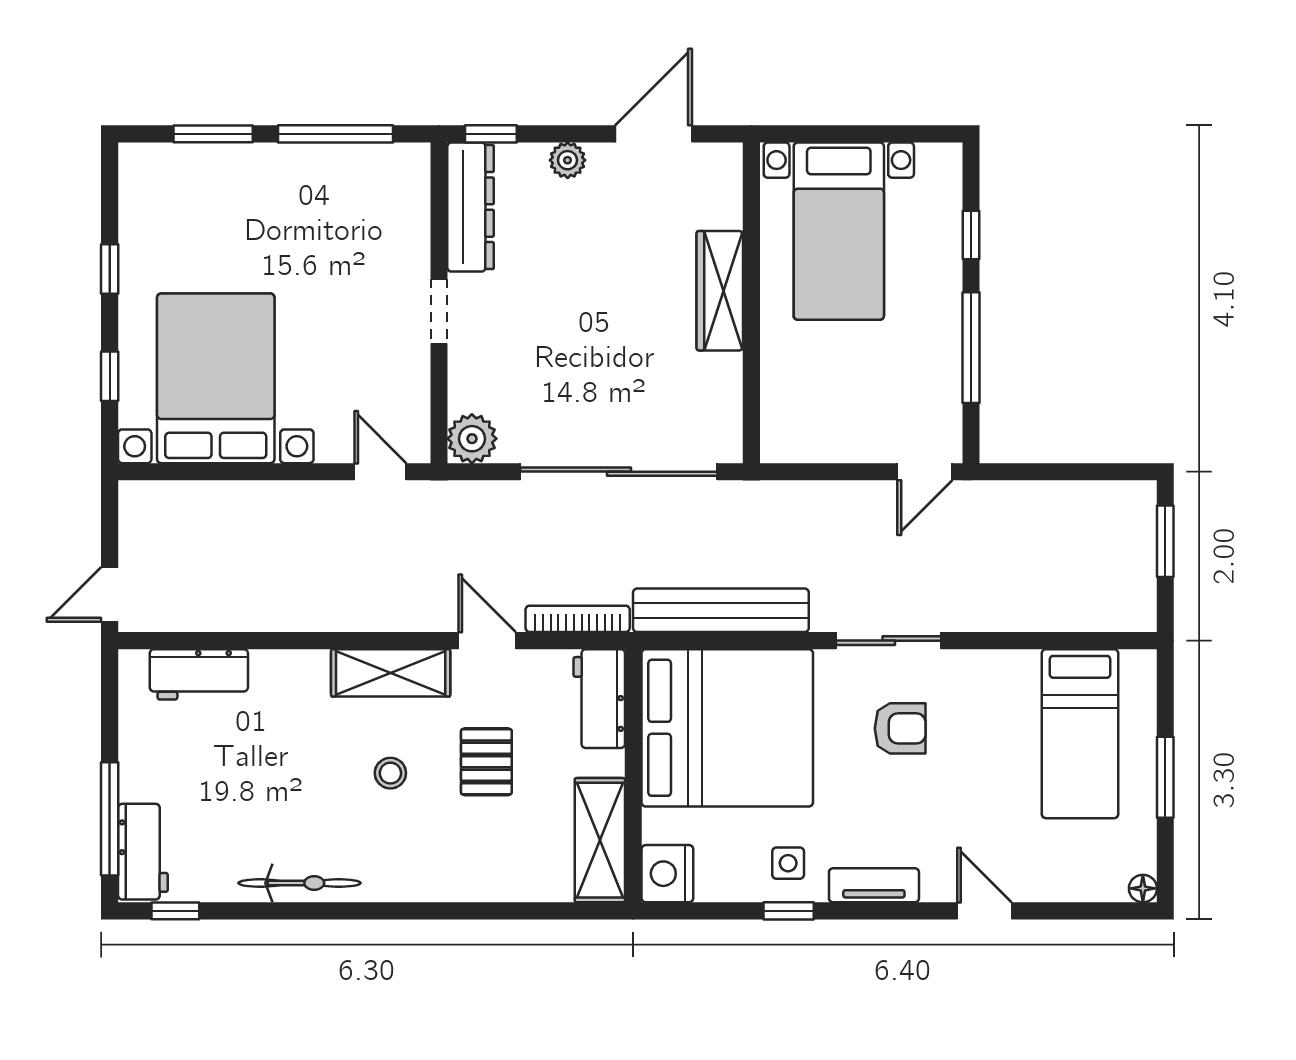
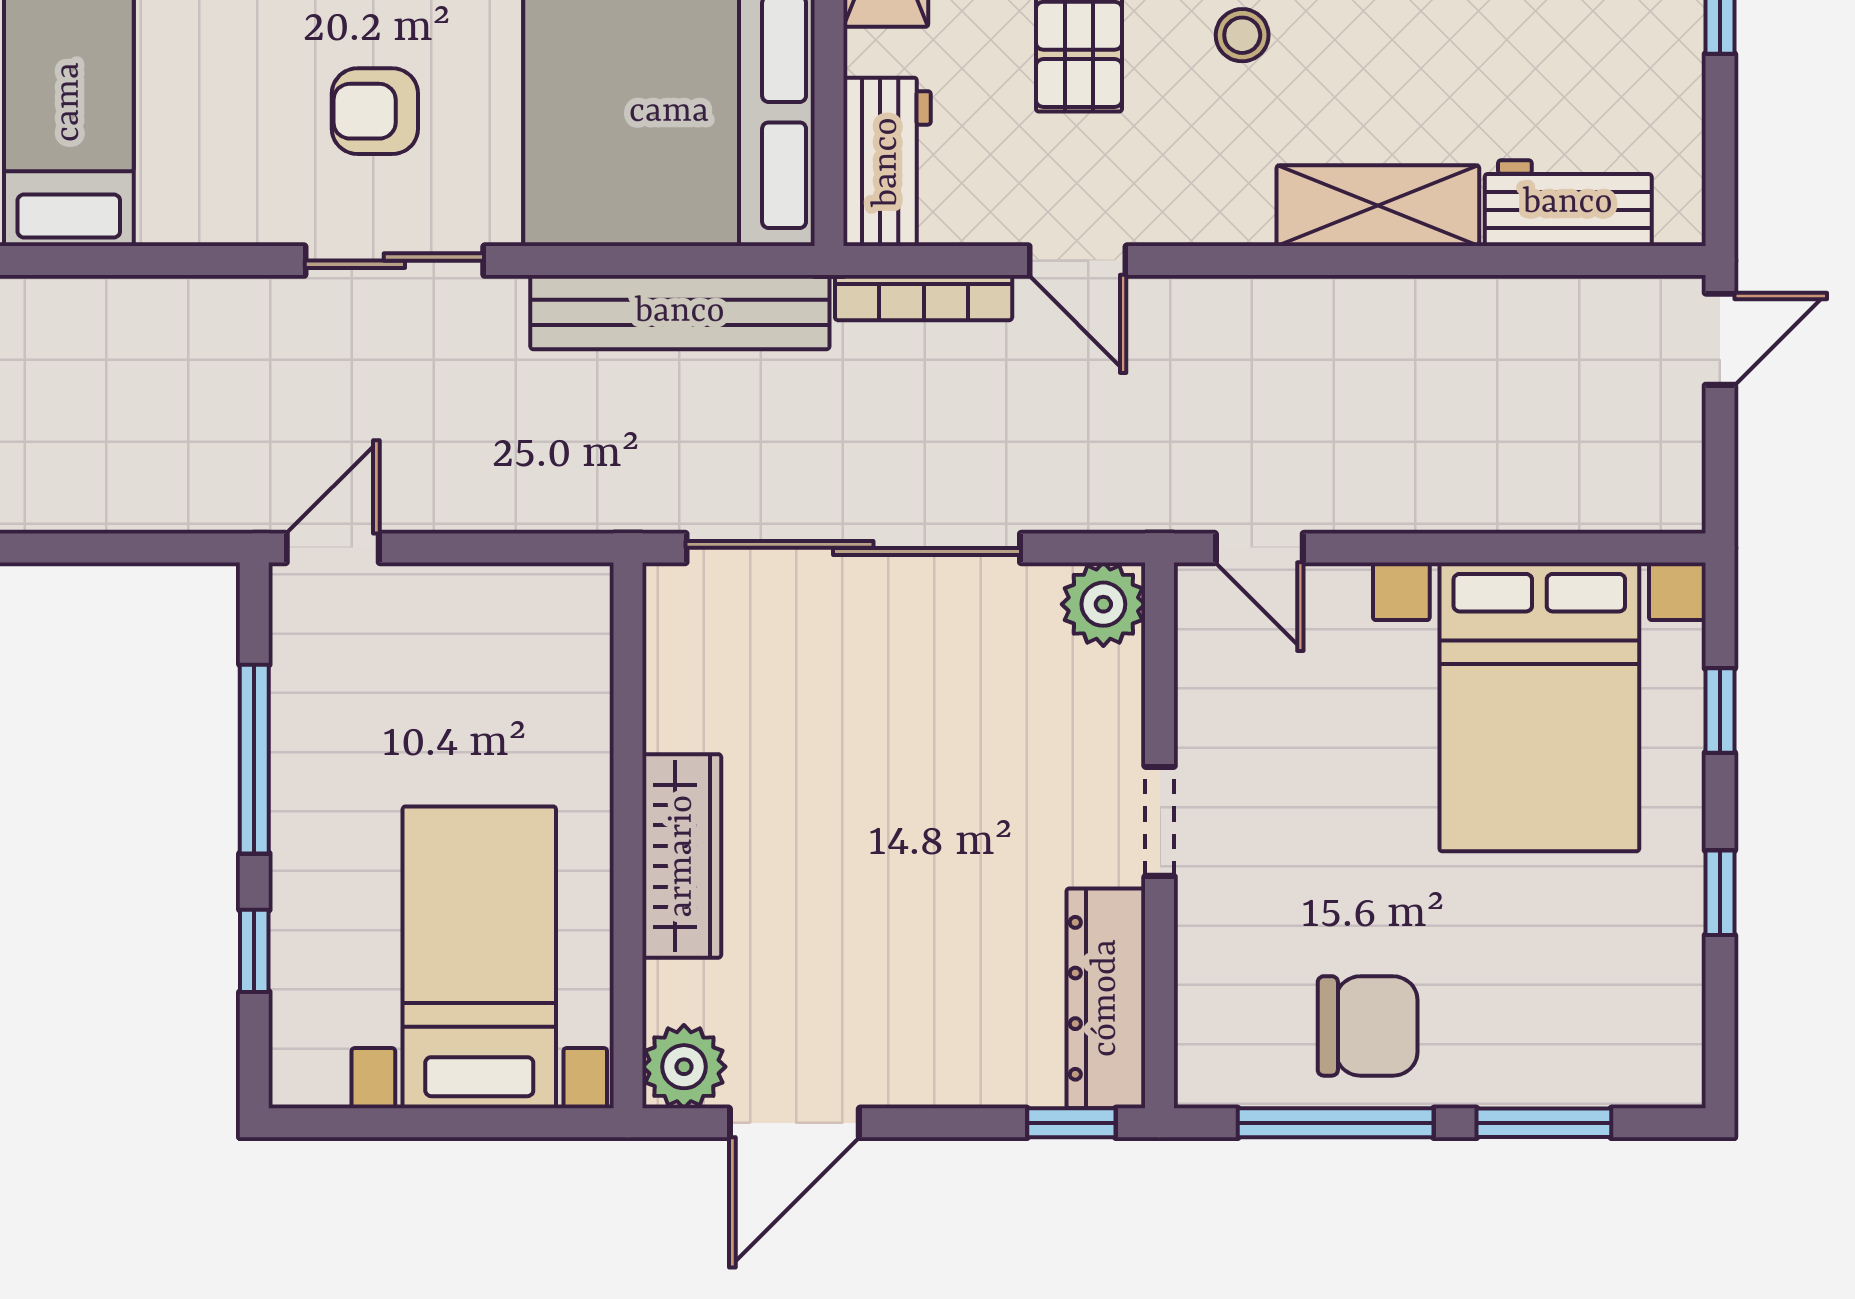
plant: (568, 160) -> (684, 1067), moved, width x1.38, depth x1.38
chair: (317, 191) -> (1368, 1026), added
shelving: (391, 673) -> (1378, 206), moved

